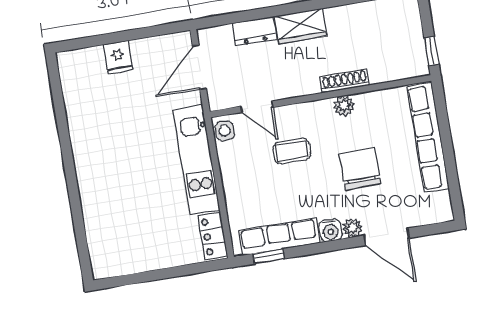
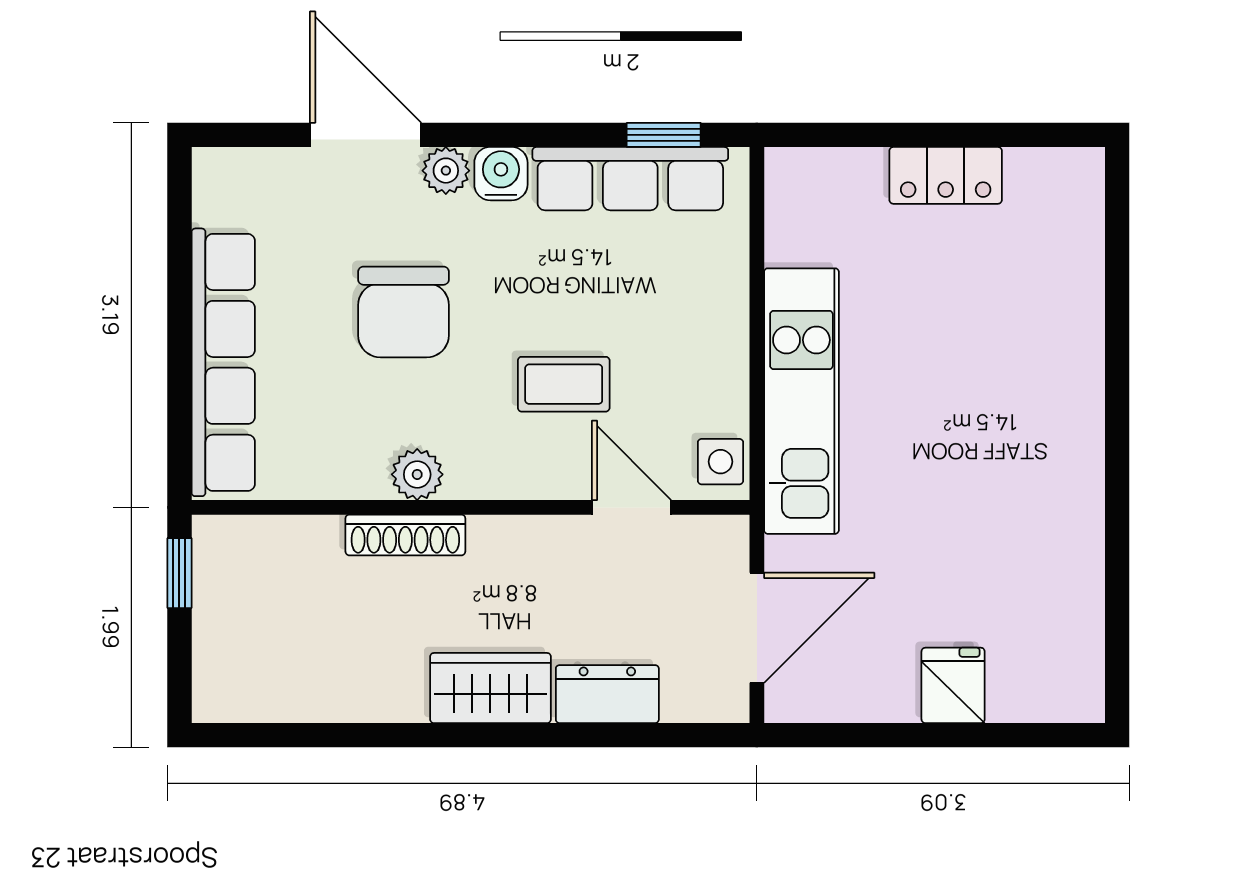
locker: (213, 236) -> (946, 175), moved, turned 90

